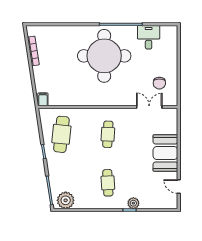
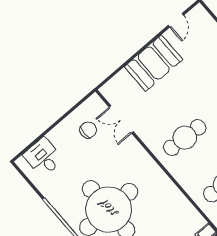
desk: (149, 37) -> (43, 157), moved, turned 90
cafe table: (108, 134) -> (185, 138), width x1.37, depth x1.35

